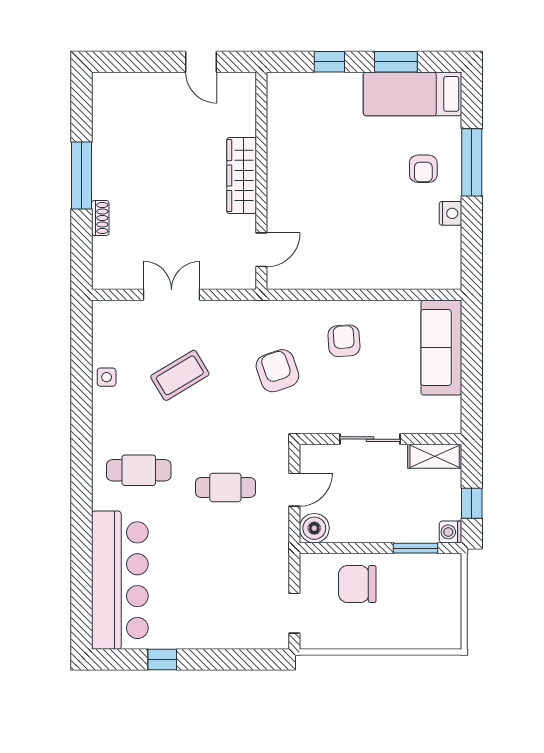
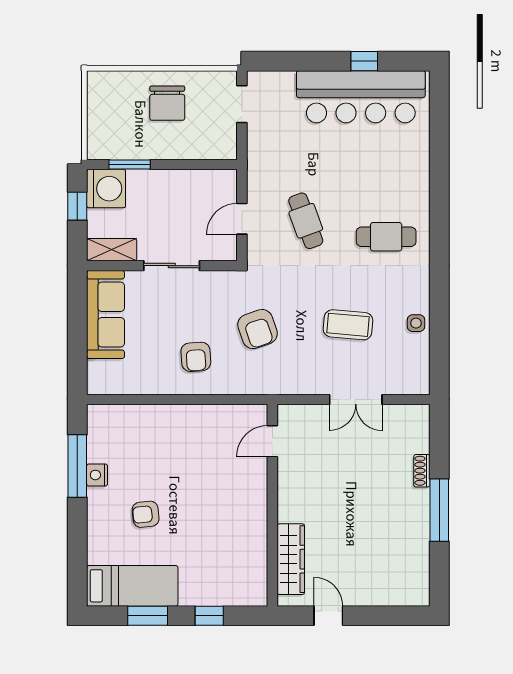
window: (472, 162) -> (77, 466), moved
armchair: (423, 169) -> (146, 514), moved, turned -96
wardrobe: (242, 176) -> (291, 559), moved
sofa: (441, 347) -> (106, 315), moved
coffee table: (180, 375) -> (348, 325), turned 36
cafe table: (225, 487) -> (306, 221), turned 70
boiler: (314, 528) -> (223, 183), removed
washing machine: (451, 532) -> (106, 189), width x1.89, depth x1.89
bar counter: (120, 580) -> (361, 97), moved, turned -90
chair: (357, 584) -> (167, 103), moved, turned 90

